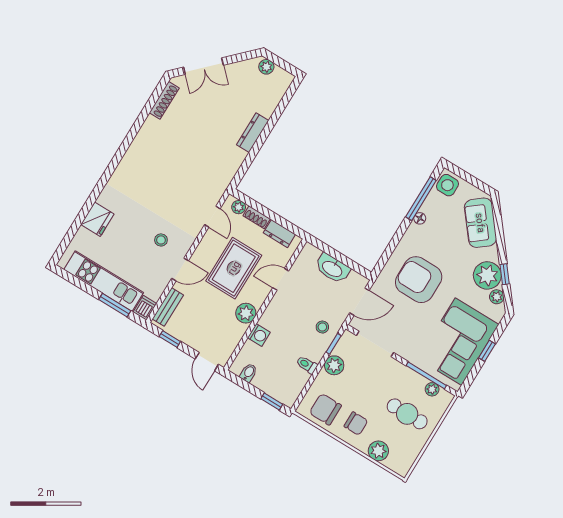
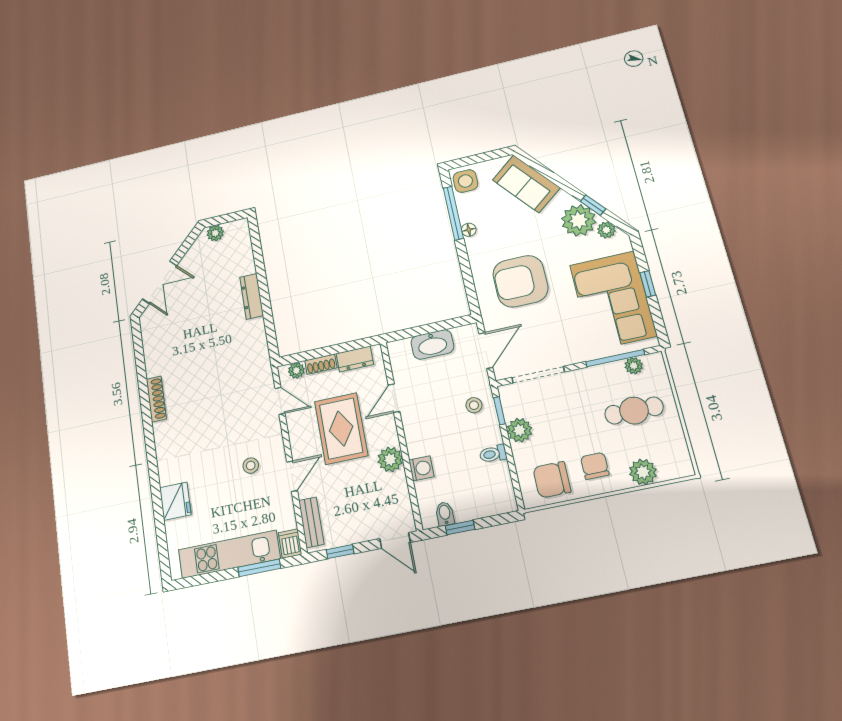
shoe rack: (164, 100) -> (156, 399), moved
window: (272, 401) -> (460, 527), moved
chair: (356, 424) -> (595, 466), turned -90

